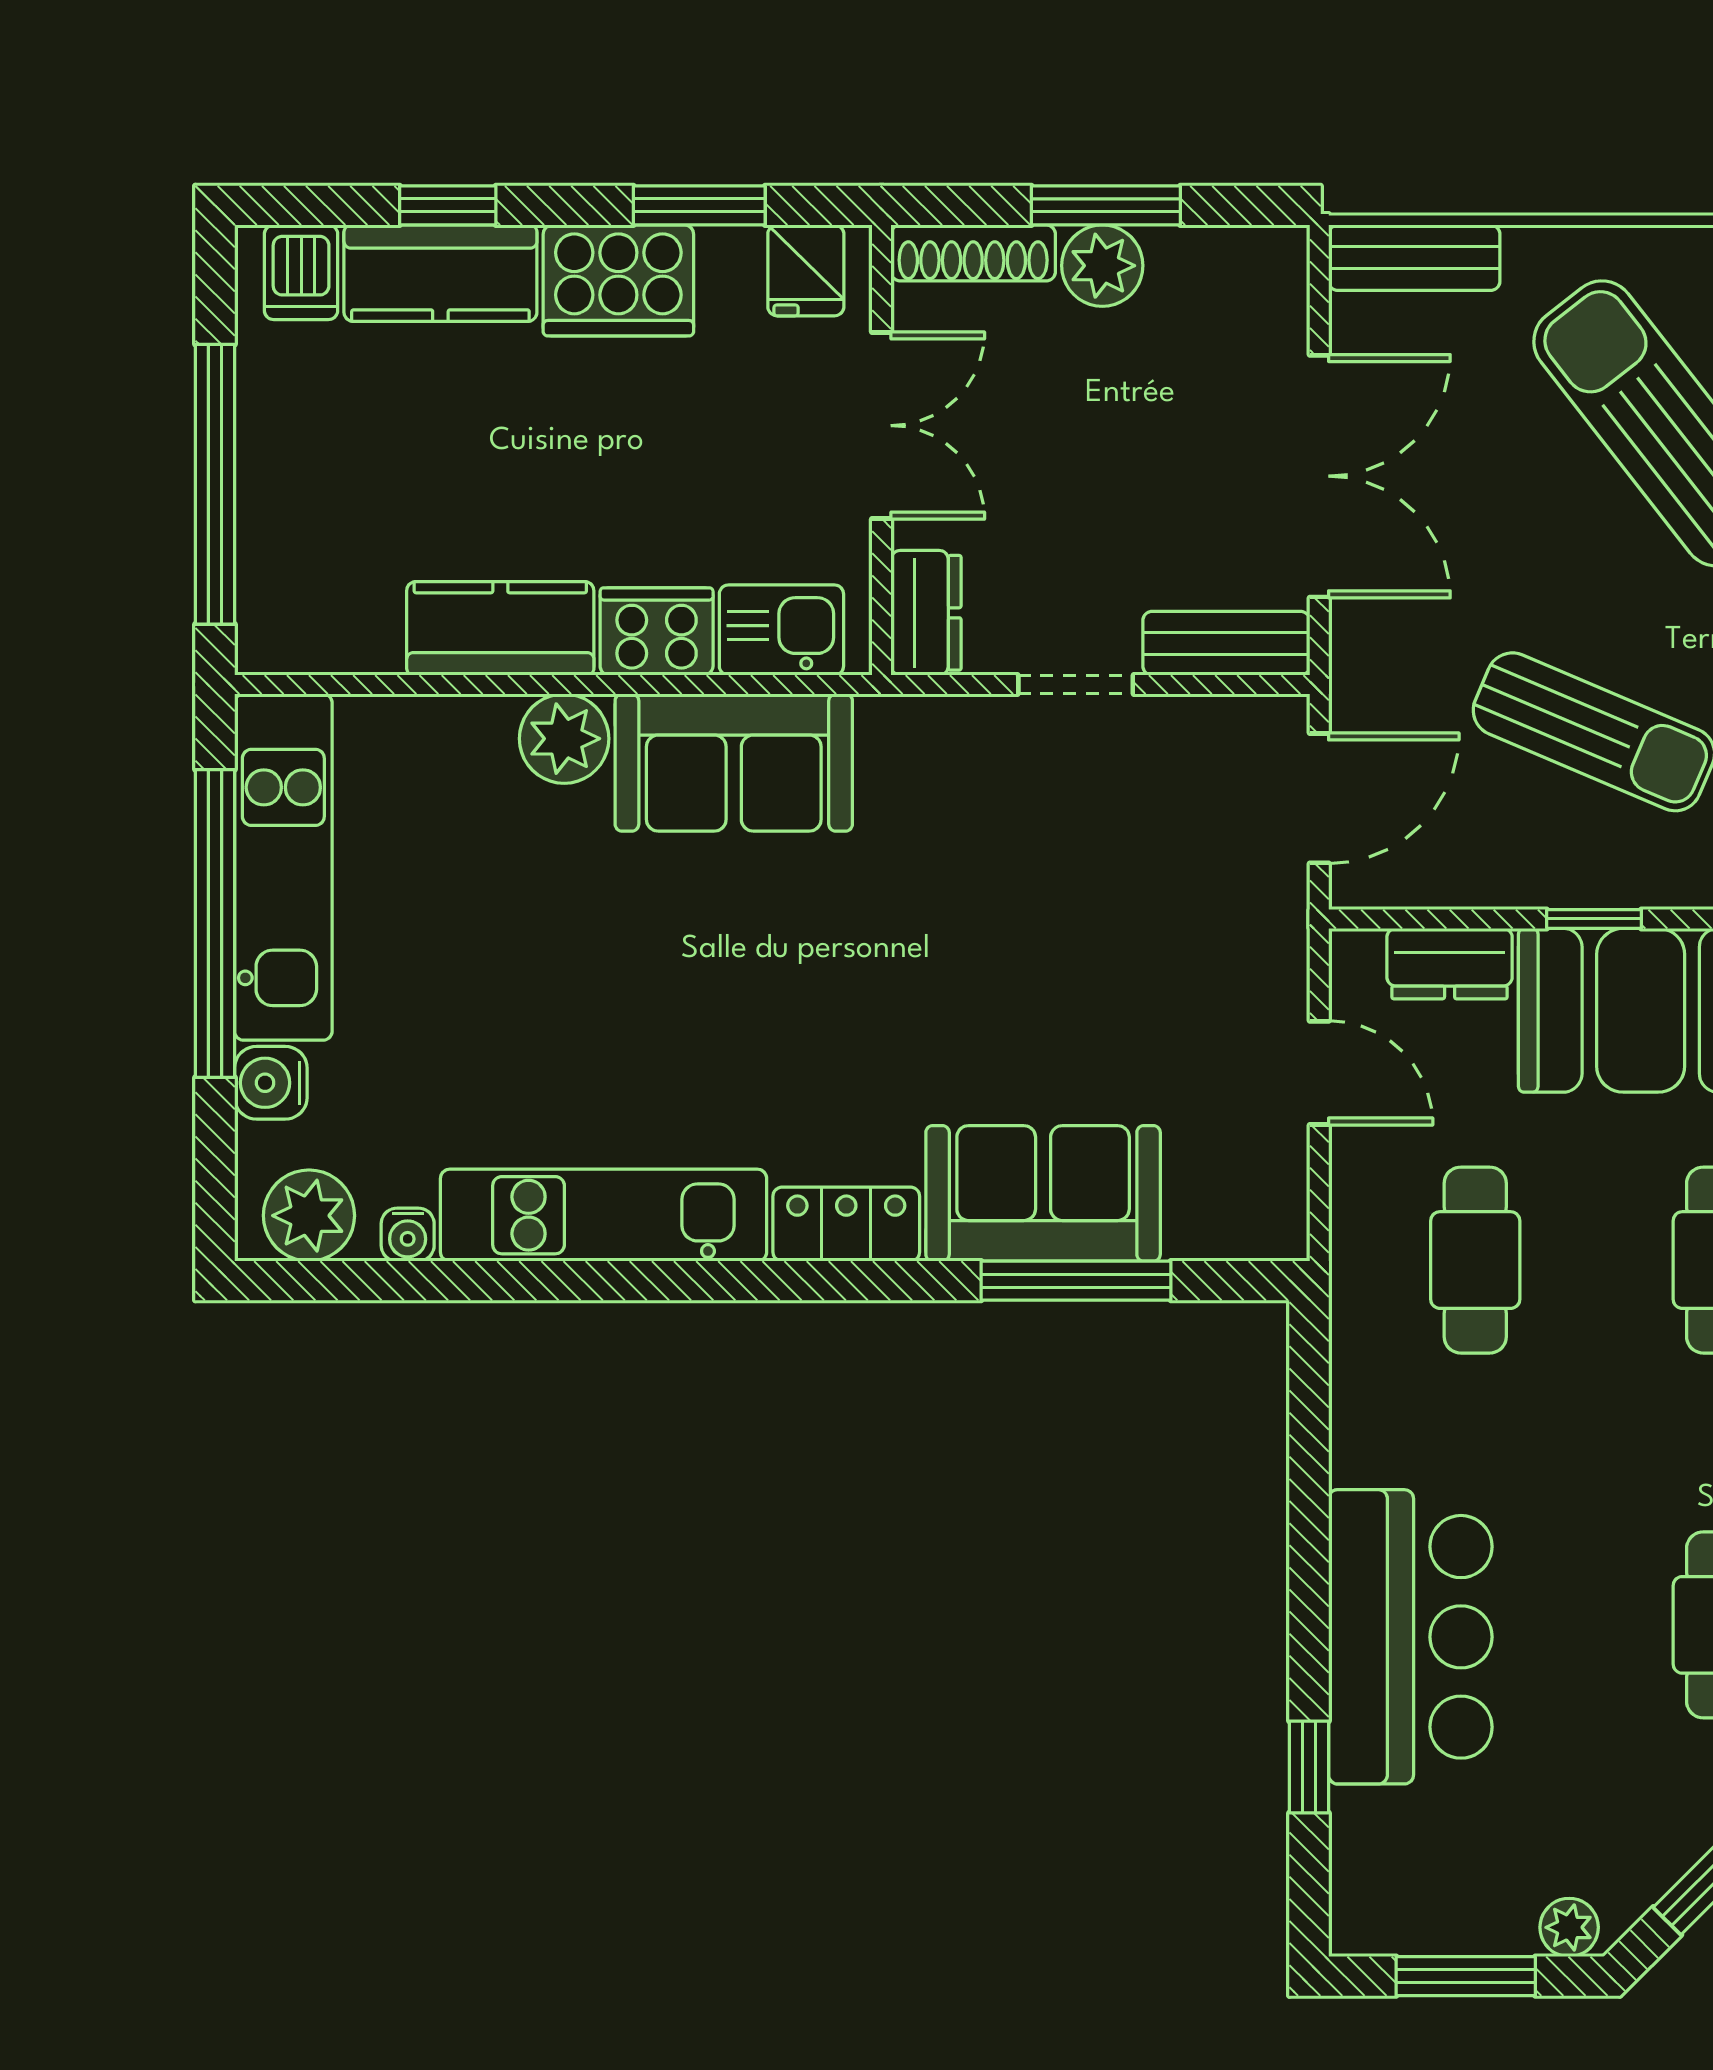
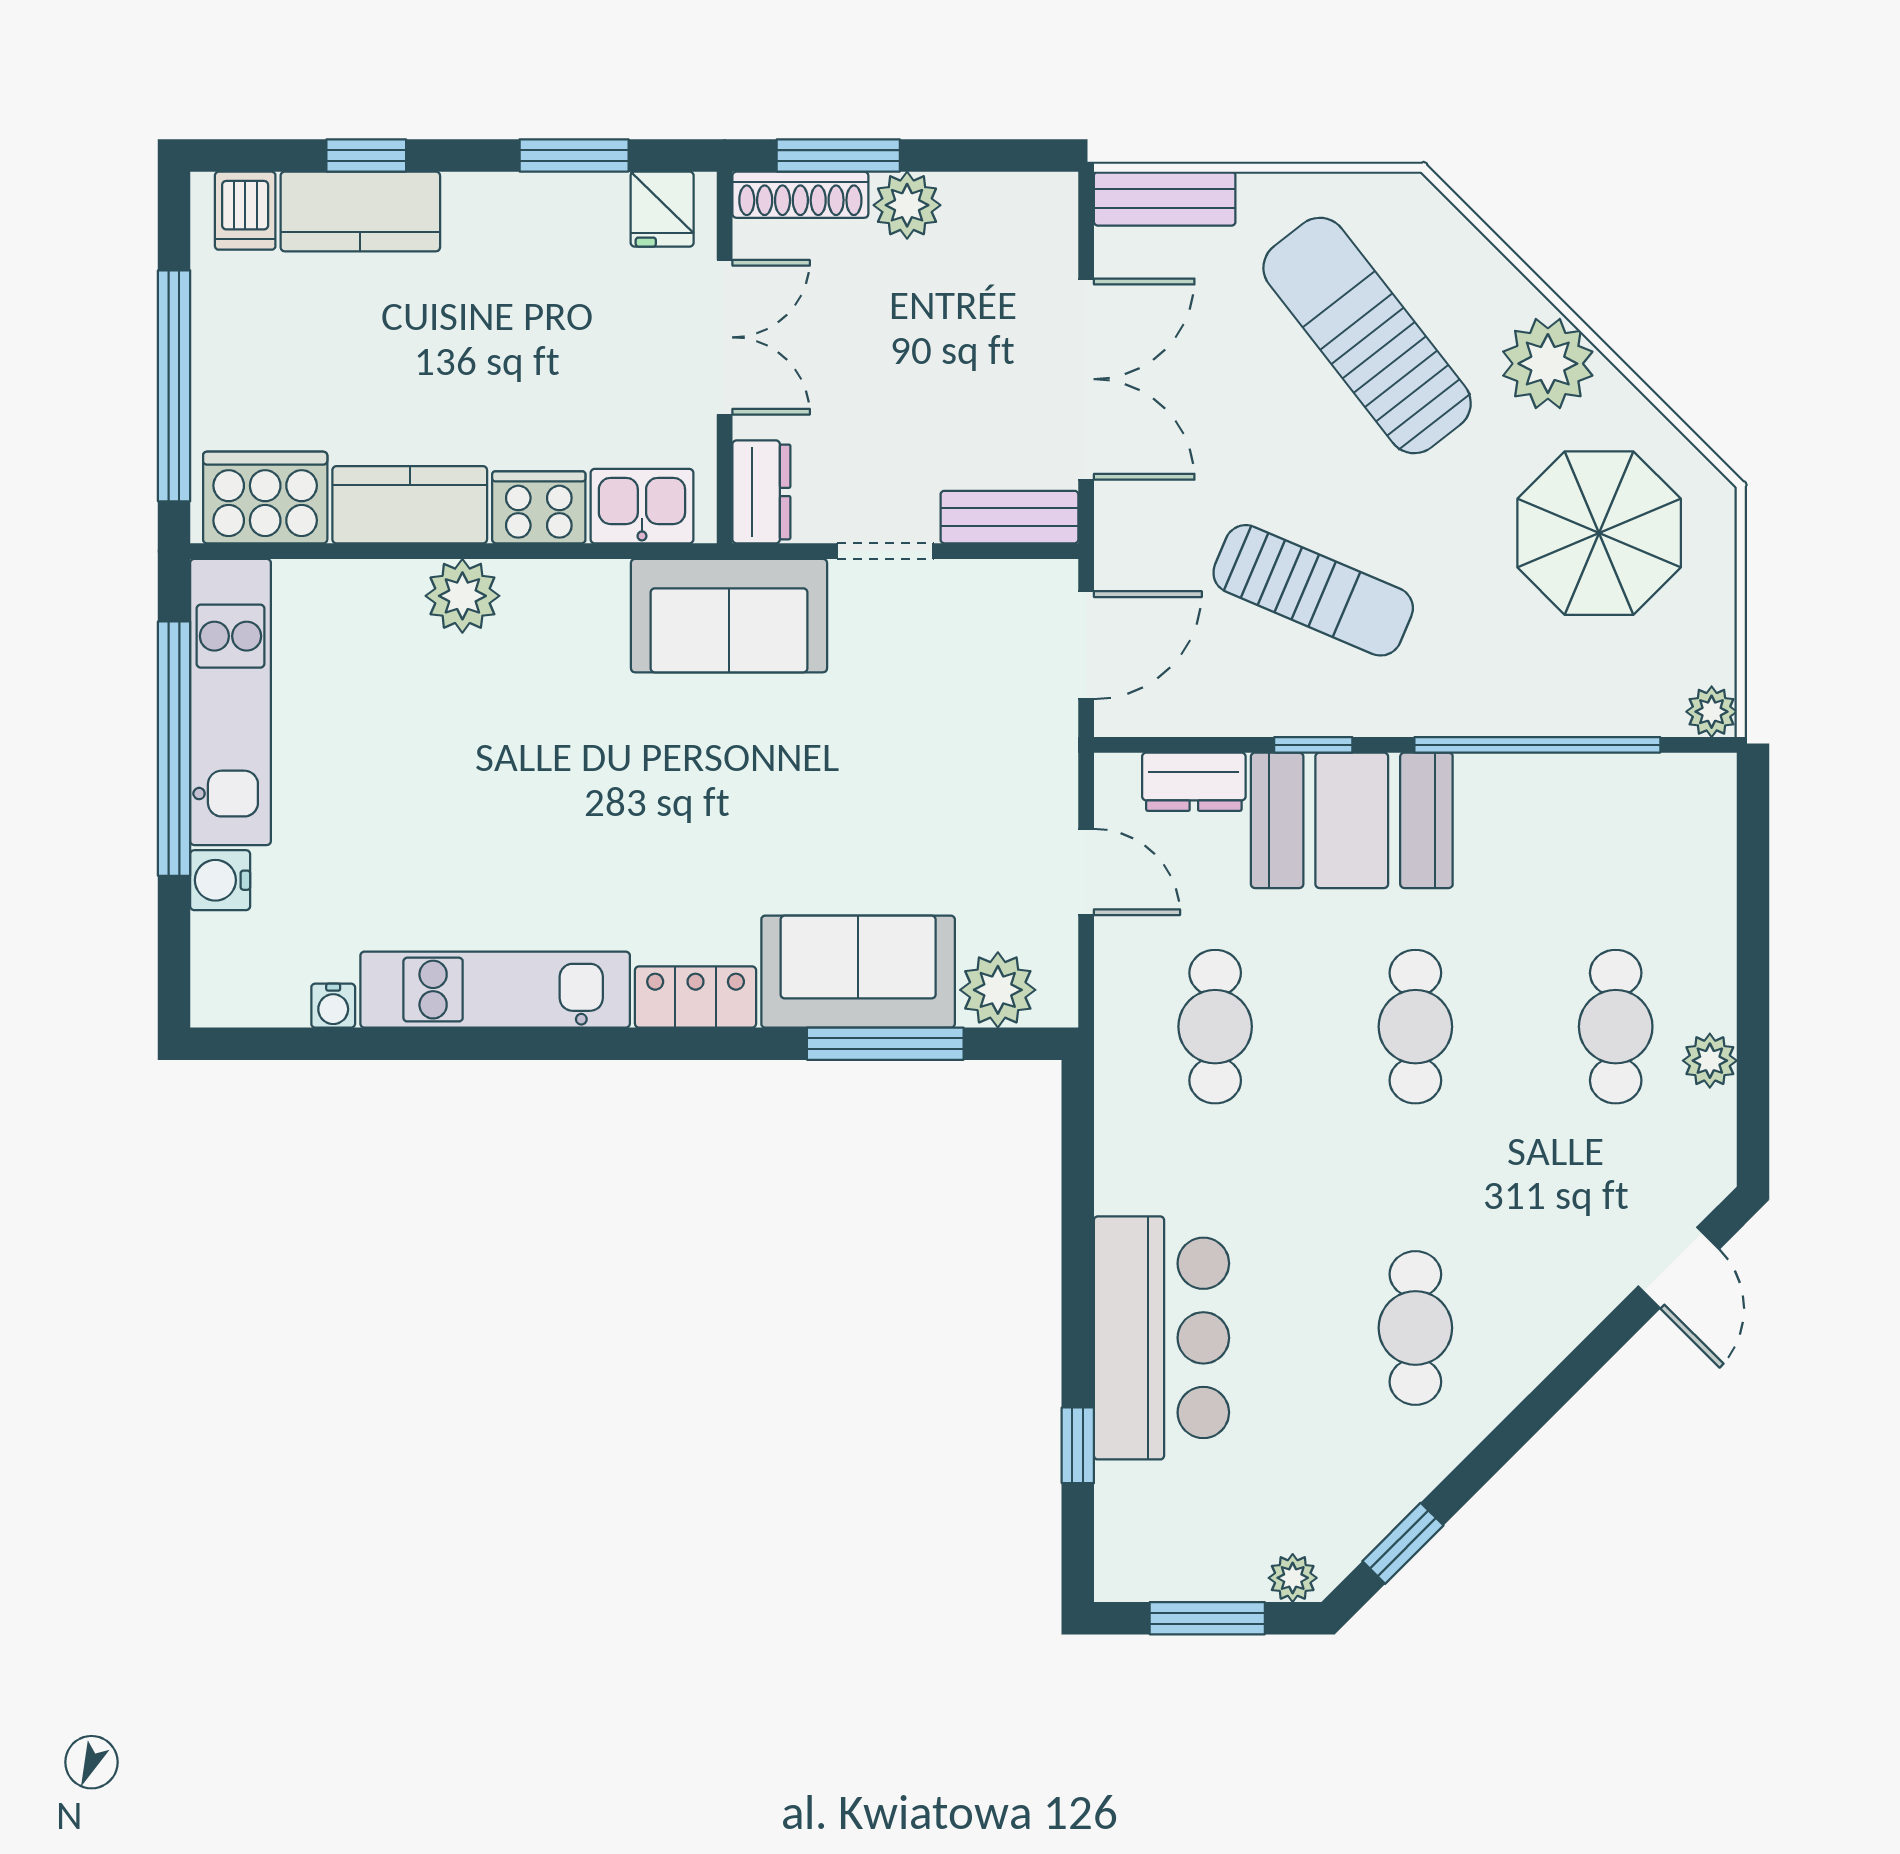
window: (1106, 205) -> (838, 155), moved
cooker: (618, 280) -> (265, 498), moved, turned 180
sofa: (734, 762) -> (729, 616), moved
plant: (309, 1216) -> (998, 990), moved

